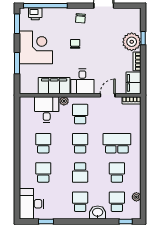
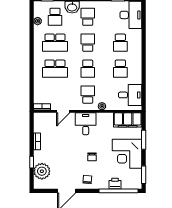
printer: (35, 14) -> (115, 183), moved
plant: (132, 42) -> (42, 171), moved
filing cabinet: (134, 83) -> (40, 122), removed
filing cabinet: (54, 86) -> (128, 120), moved
desk: (47, 109) -> (130, 95), moved, turned -90
school desk: (80, 114) -> (88, 95), turned 180
school desk: (117, 173) -> (55, 43), width x1.85
school desk: (80, 202) -> (88, 17), turned 180

